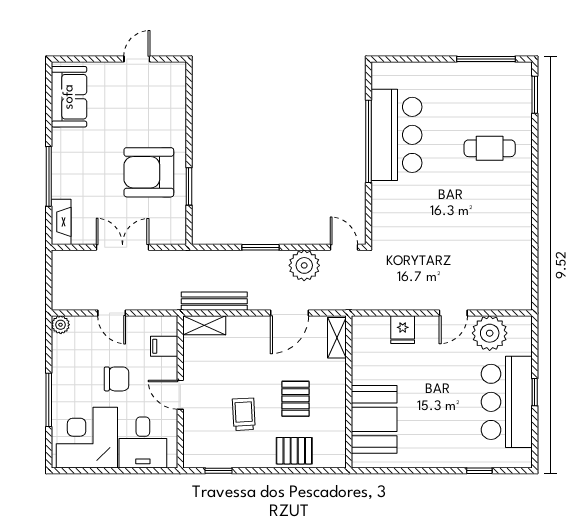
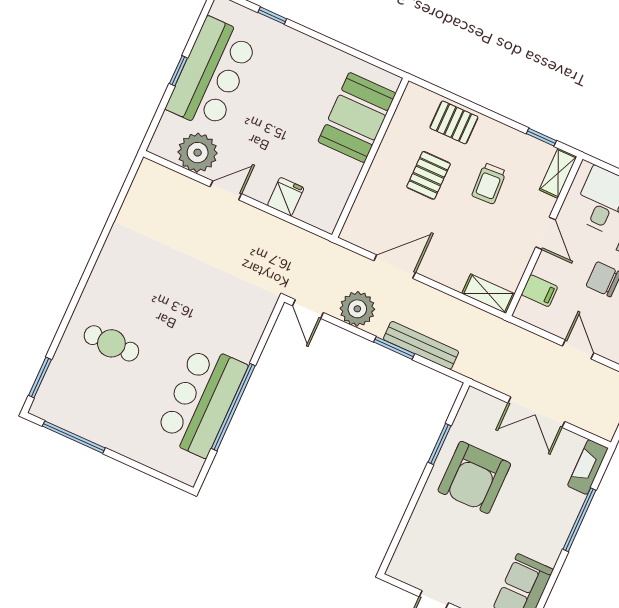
armchair: (149, 172) -> (474, 477), turned 90
bench: (214, 301) -> (421, 345), moved
shelving: (337, 338) -> (558, 173), moved

